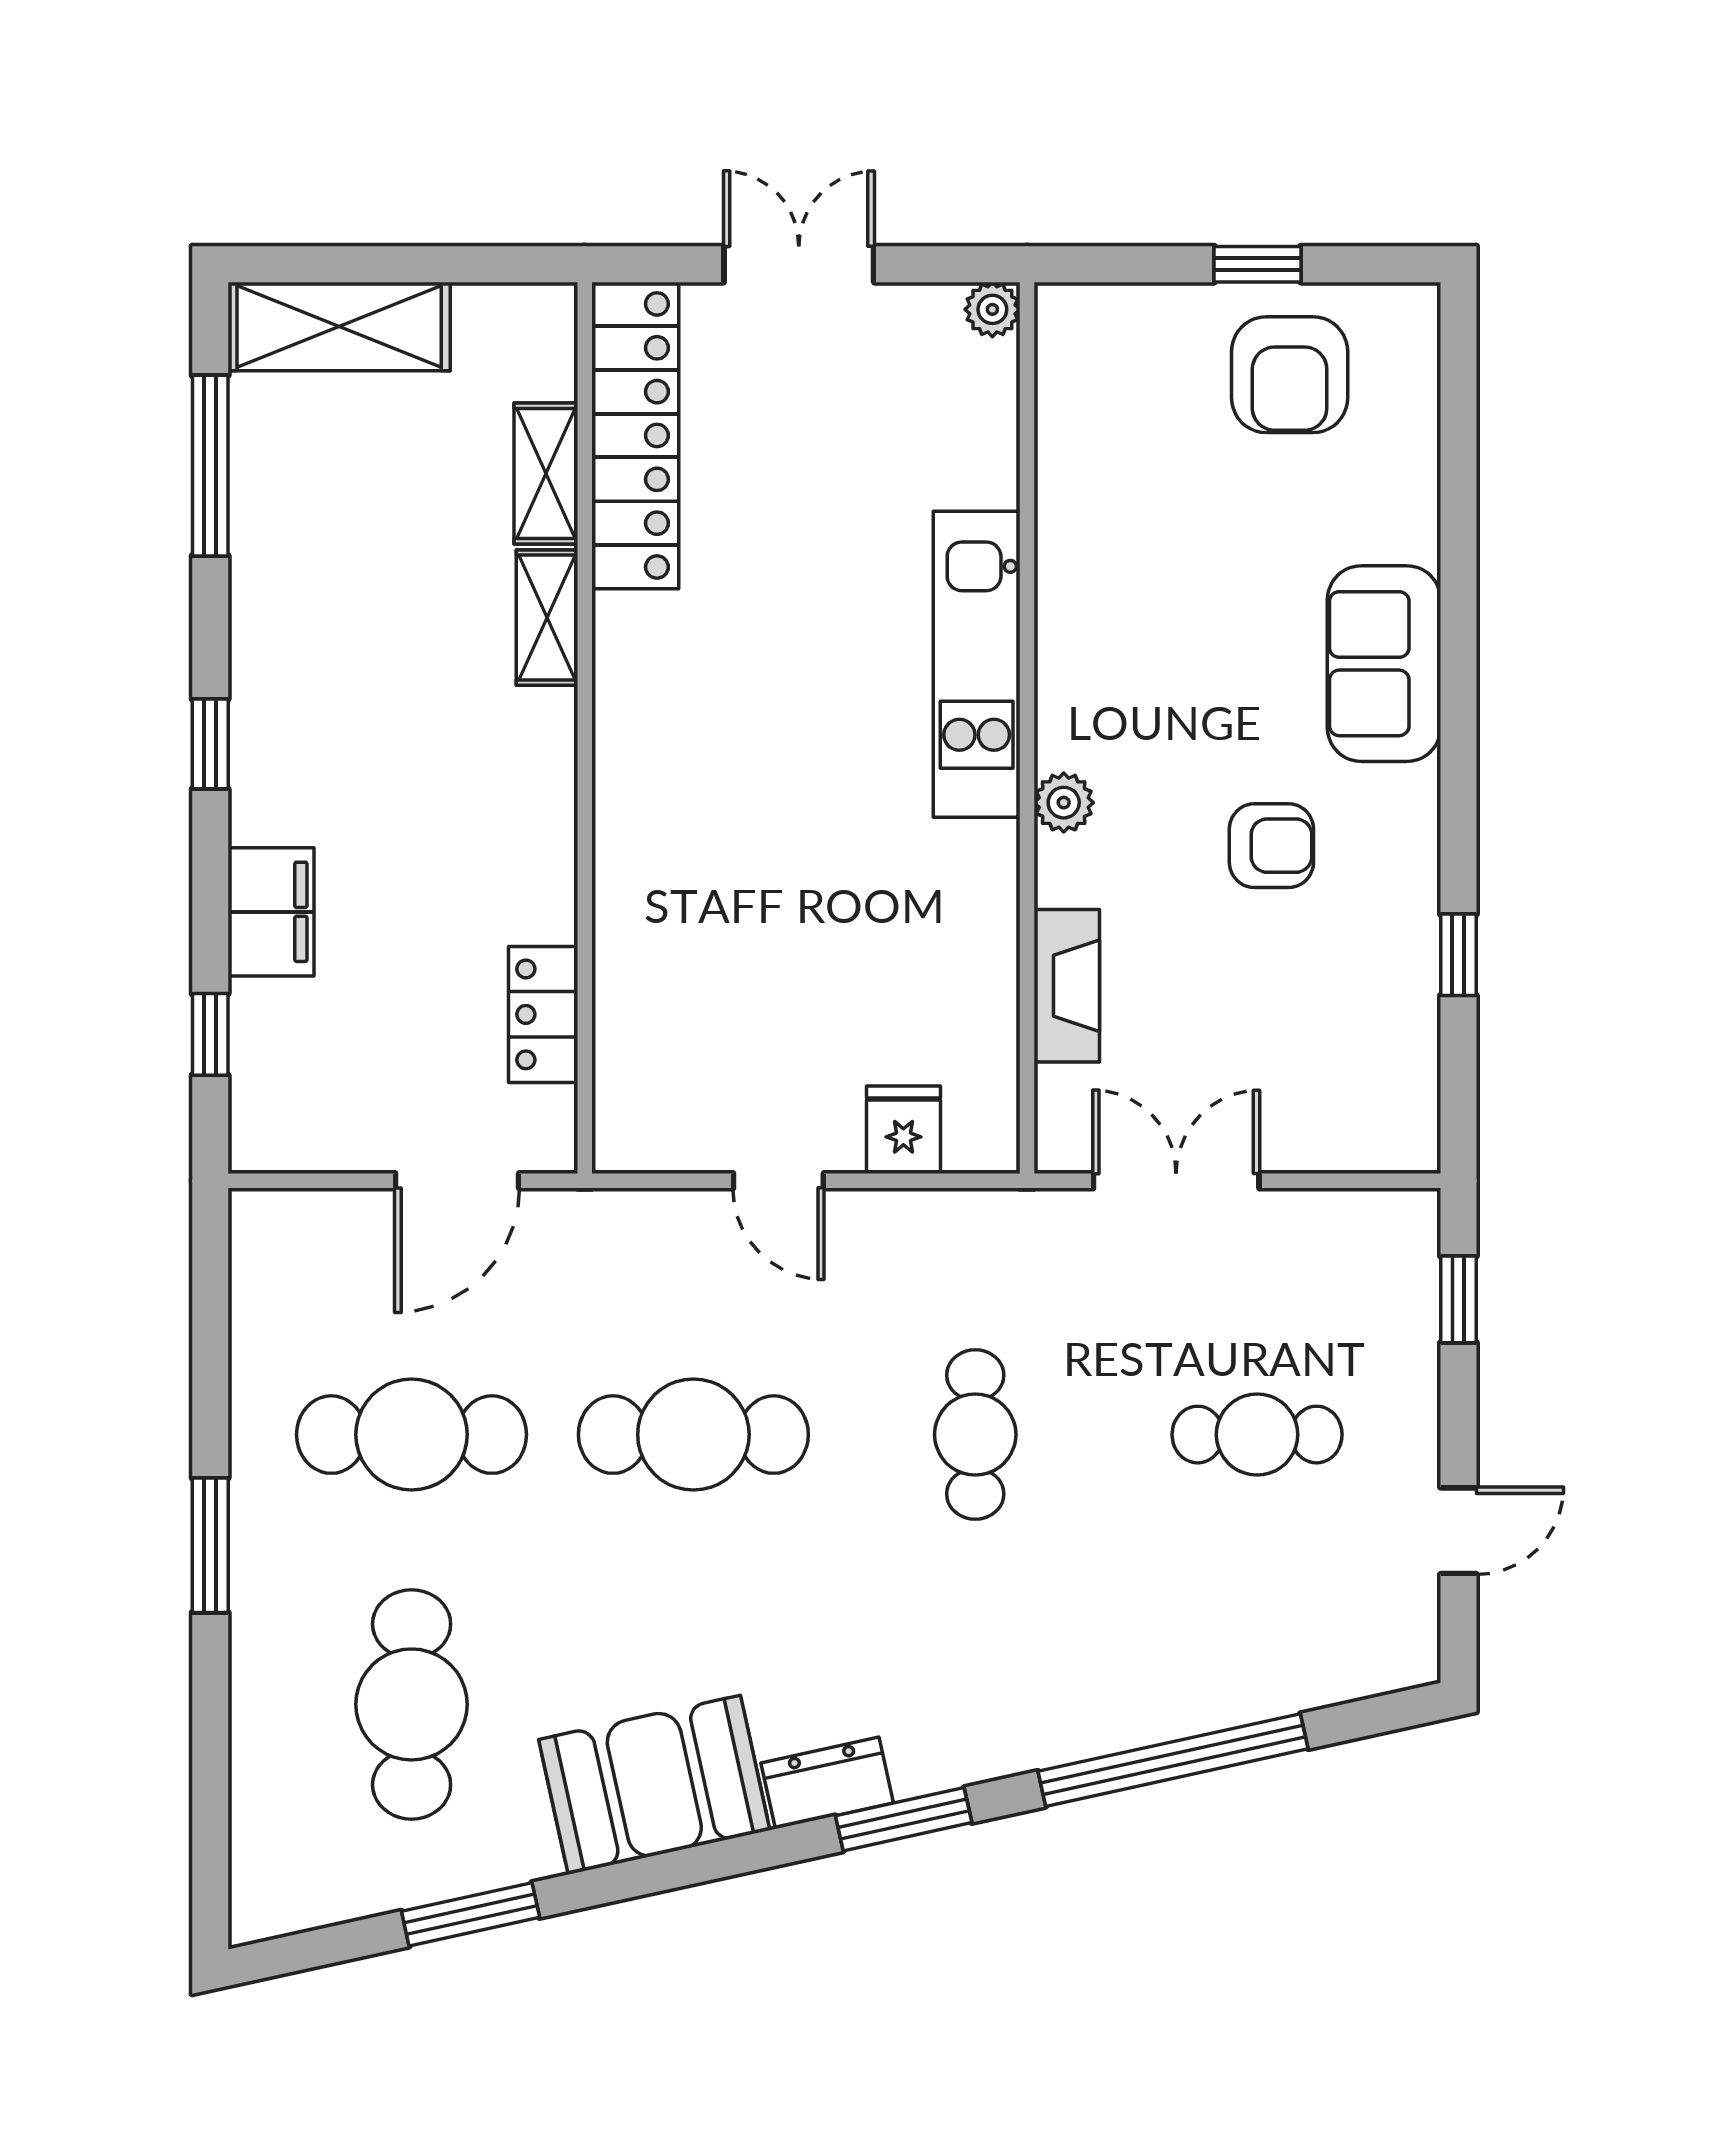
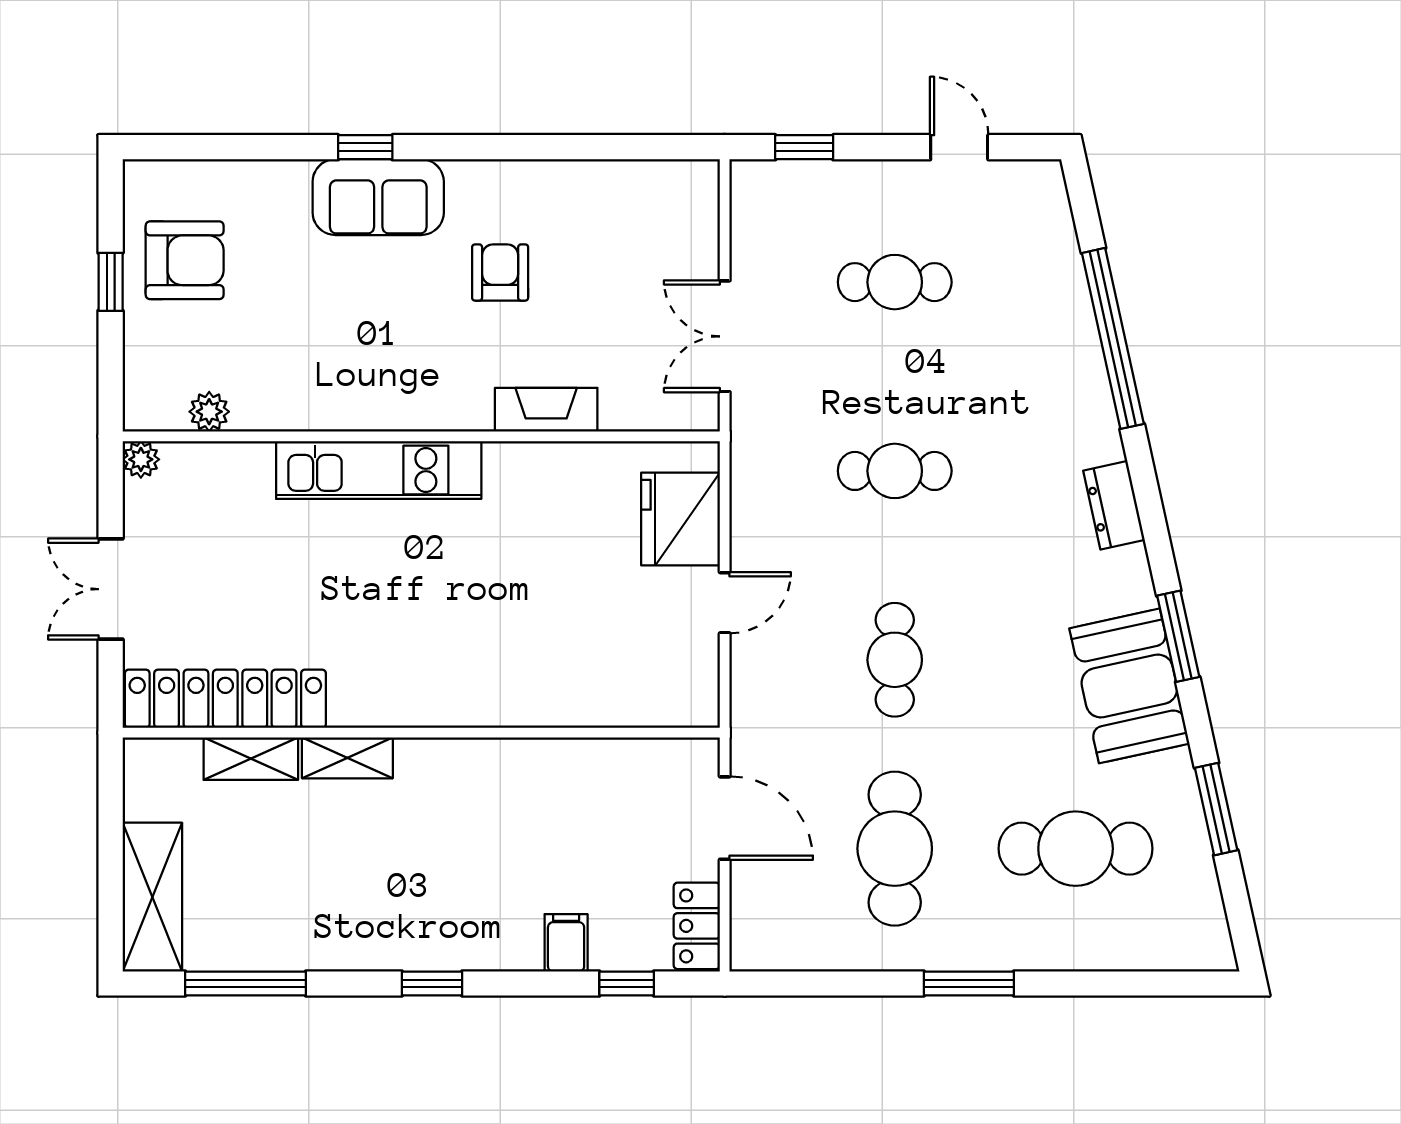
plant: (1064, 803) -> (209, 412), moved
filing cabinet: (271, 912) -> (566, 943), width x0.50
window: (1458, 955) -> (365, 147), moved
fireplace: (1067, 986) -> (546, 410), moved
locker: (543, 1014) -> (697, 926), moved, turned 90
fridge: (903, 1130) -> (681, 519), width x1.88, depth x1.34
cafe table: (693, 1435) -> (895, 660), width x0.73, depth x0.74
cafe table: (1257, 1435) -> (895, 282), turned 90
dresser: (827, 1783) -> (1114, 505), moved
window: (904, 1819) -> (1178, 636), moved

